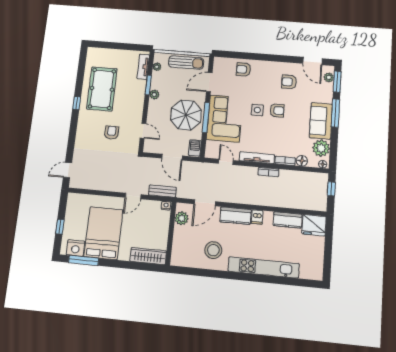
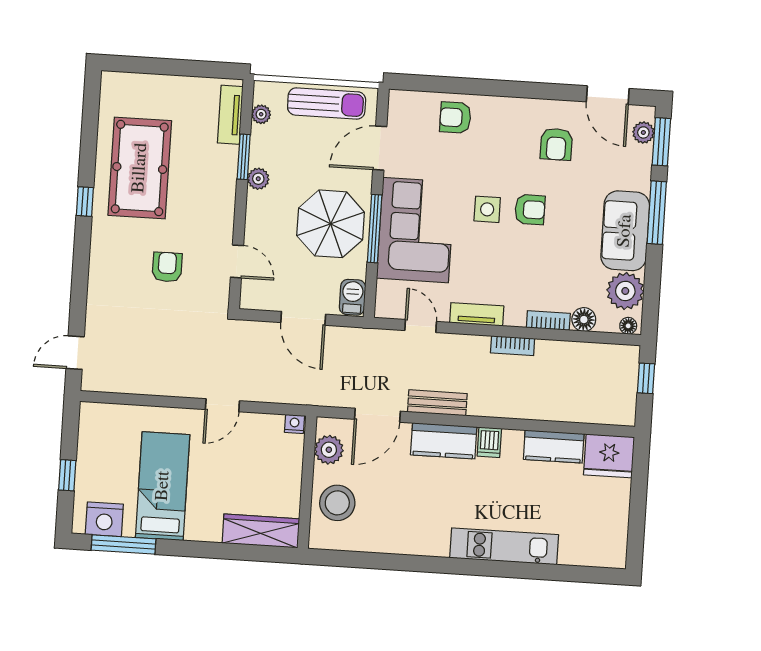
armchair: (289, 82) -> (556, 144), turned -90
tv unit: (257, 158) -> (477, 314), width x0.71
bench: (162, 191) -> (437, 403), moved
bed: (103, 233) -> (163, 486), width x0.67
stool: (213, 250) -> (337, 503), moved
kitchen unit: (264, 267) -> (504, 546), width x0.73

